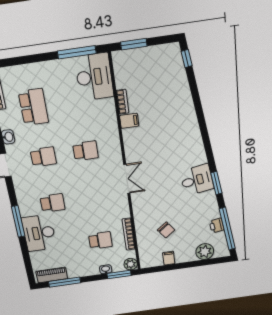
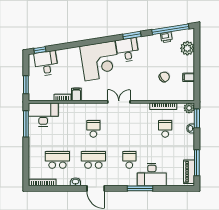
desk: (168, 71) -> (46, 63), added
corner desk: (179, 146) -> (100, 61), added
school desk: (43, 157) -> (93, 160), width x1.85

